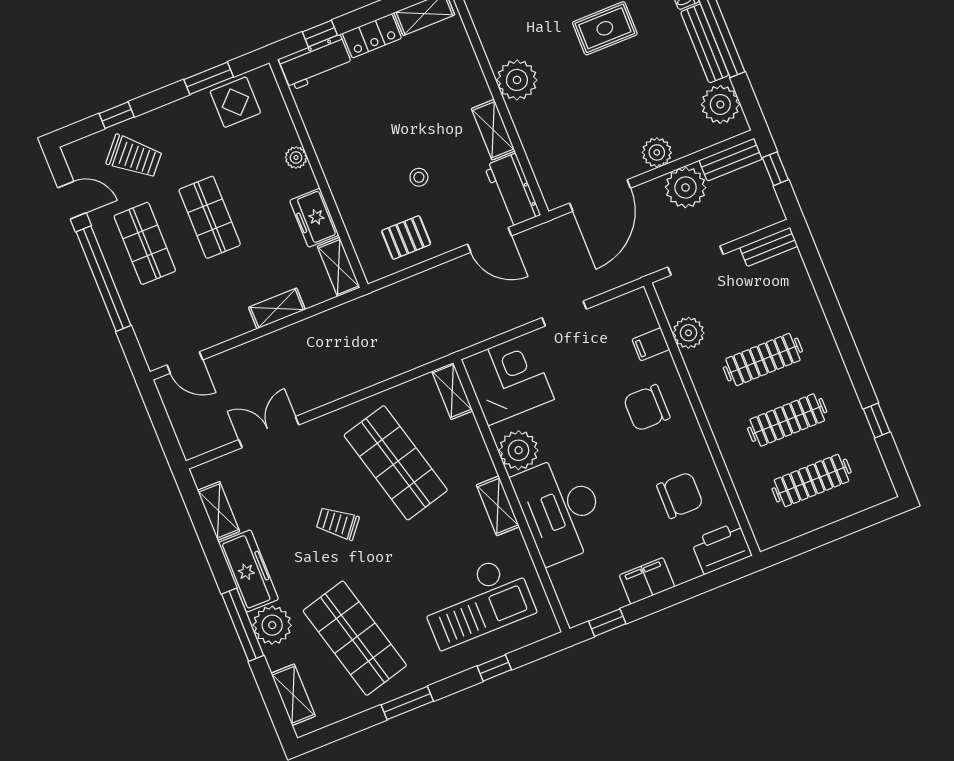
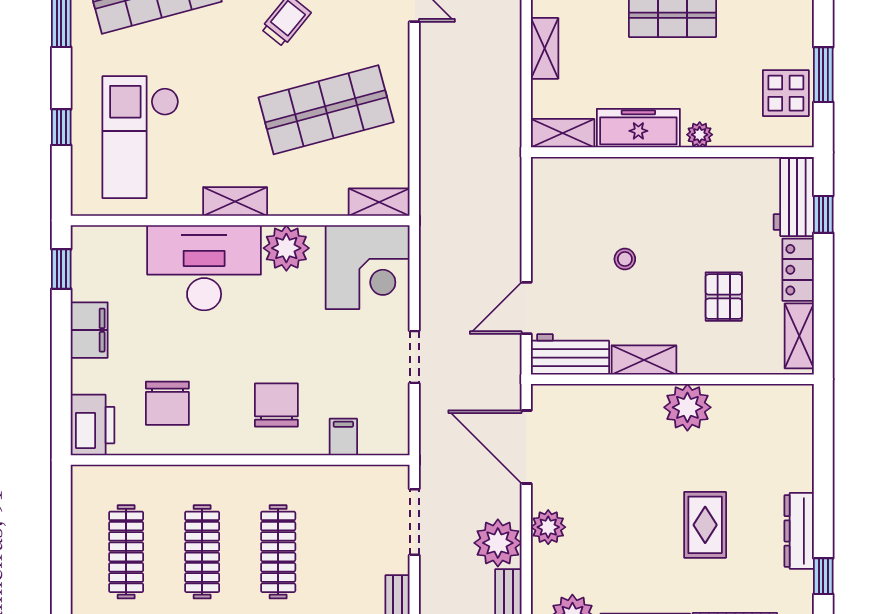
freezer: (314, 218) -> (638, 128), width x1.40
pallet: (406, 237) -> (724, 297), moved
plant: (689, 333) -> (339, 483), removed

